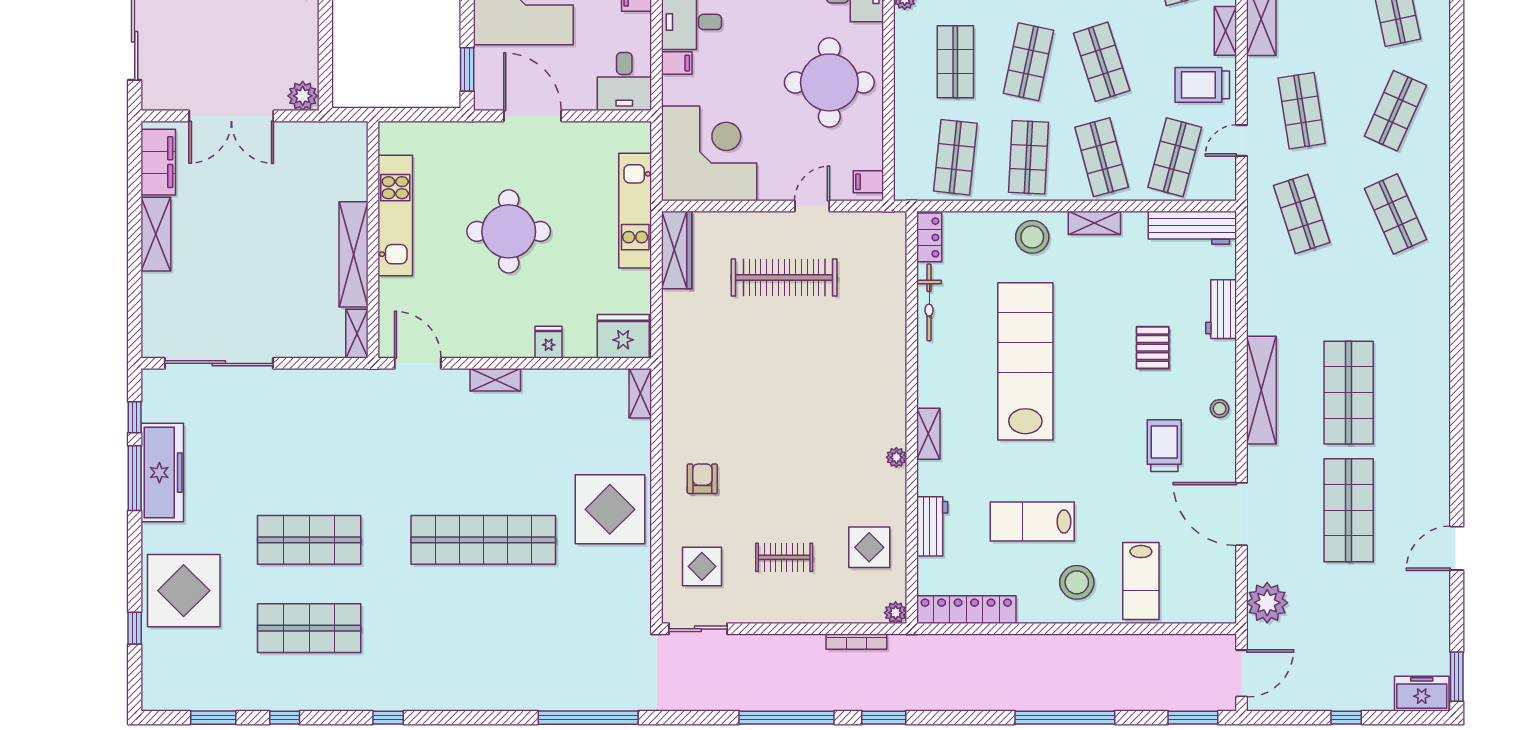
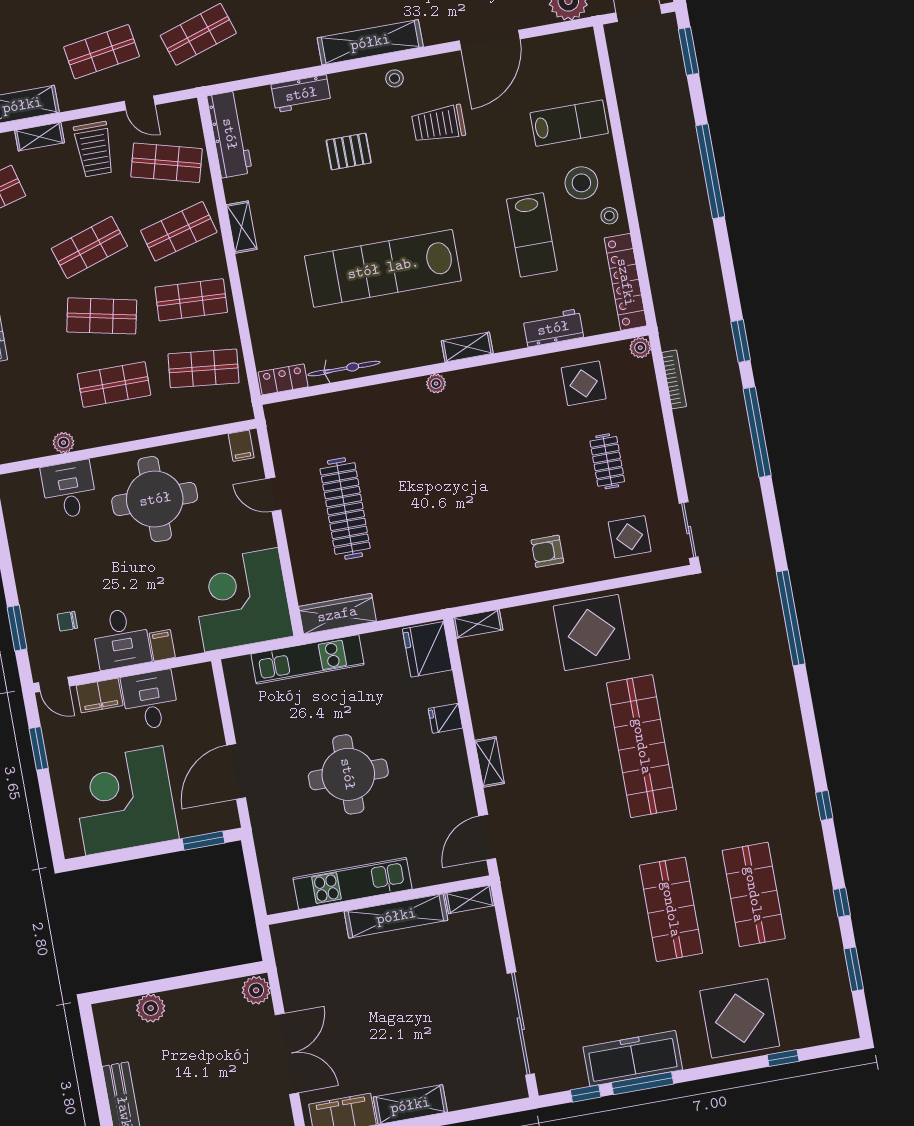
desk: (624, 82) -> (150, 700), moved, turned -90
stool: (1032, 237) -> (609, 216), moved, width x0.53, depth x0.53
plant: (896, 457) -> (436, 384), moved

